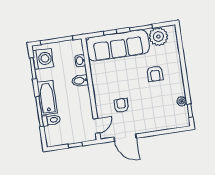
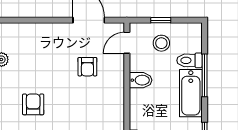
bidet: (80, 81) -> (141, 80), moved
stool: (73, 129) -> (161, 43), added

